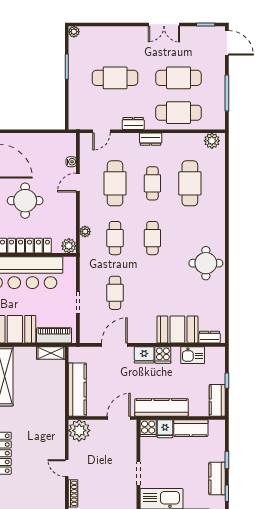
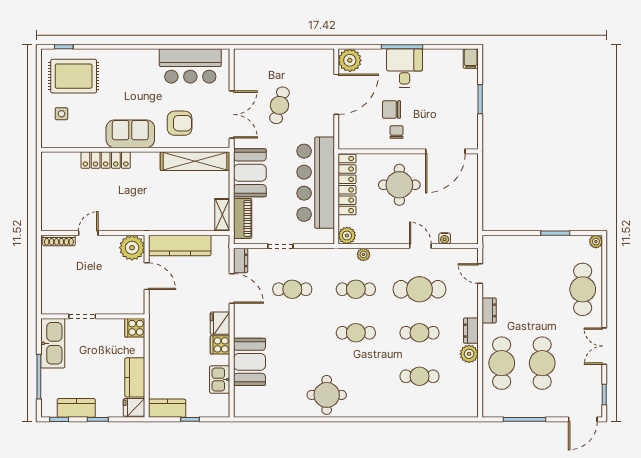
cafe table: (115, 78) -> (583, 289), moved
plant: (212, 141) -> (469, 354), moved
cafe table: (190, 183) -> (419, 376), width x0.73, depth x0.74
dresser: (210, 337) -> (241, 260), moved
kitchen counter: (162, 407) -> (159, 343), removed
door: (119, 418) -> (147, 276), moved
fridge: (165, 429) -> (134, 407), moved

